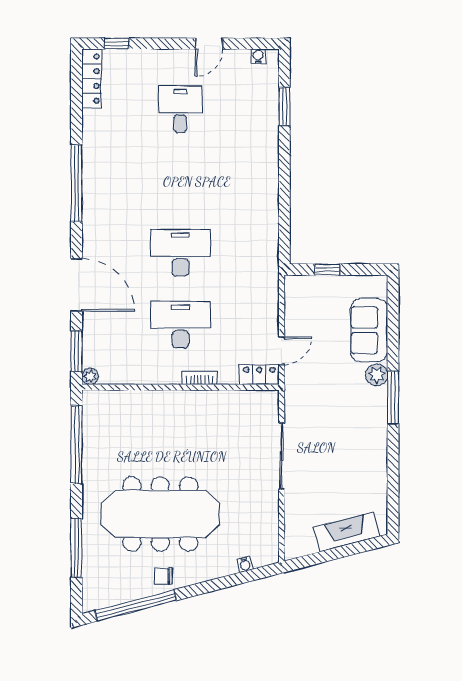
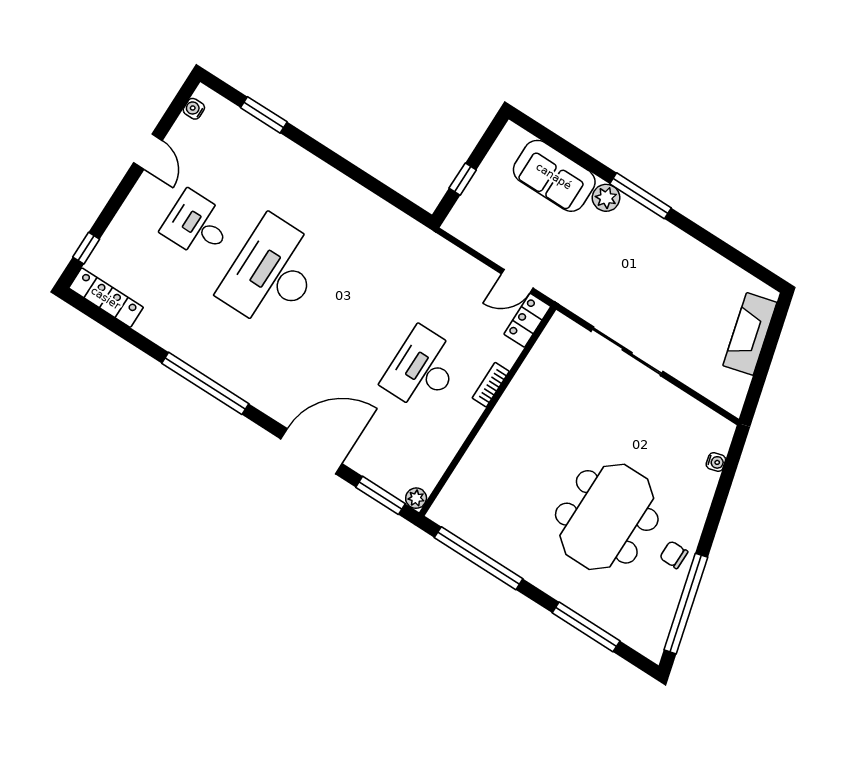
desk: (180, 253) -> (272, 273), moved, width x1.36, depth x1.30
door: (282, 351) -> (517, 281), swing flipped
meeting table: (160, 514) -> (607, 517), width x0.73
chair: (164, 576) -> (674, 555), turned 90

